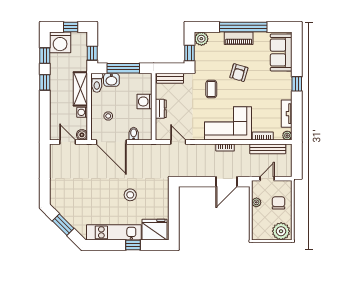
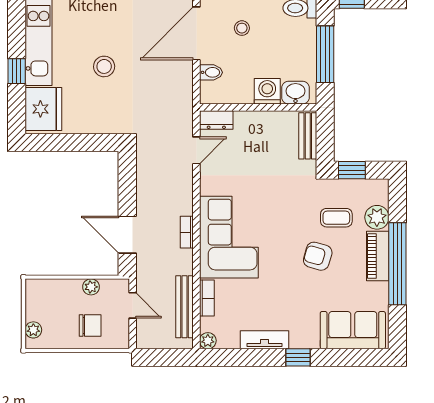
plant: (201, 39) -> (377, 217), moved
washbasin: (111, 80) -> (295, 93), moved, turned 90
coffee table: (211, 89) -> (336, 218), moved
dresser: (161, 109) -> (216, 120), moved
tv unit: (287, 114) -> (264, 340), moved
plant: (281, 231) -> (33, 330), width x0.53, depth x0.53

